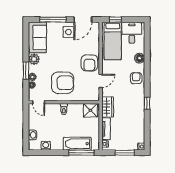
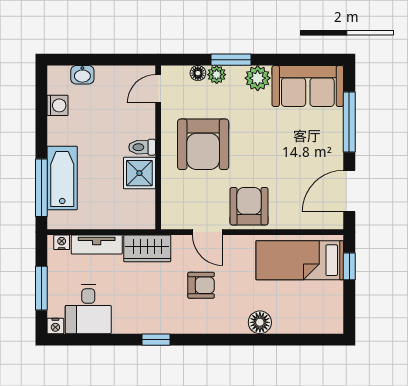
door: (83, 20) -> (349, 191), hinge flipped
side table: (68, 32) -> (320, 158), removed
desk: (132, 33) -> (88, 309), moved, turned 90
armchair: (89, 63) -> (249, 206), turned 90
armchair: (136, 78) -> (201, 285), moved
shower: (90, 110) -> (139, 173), moved

